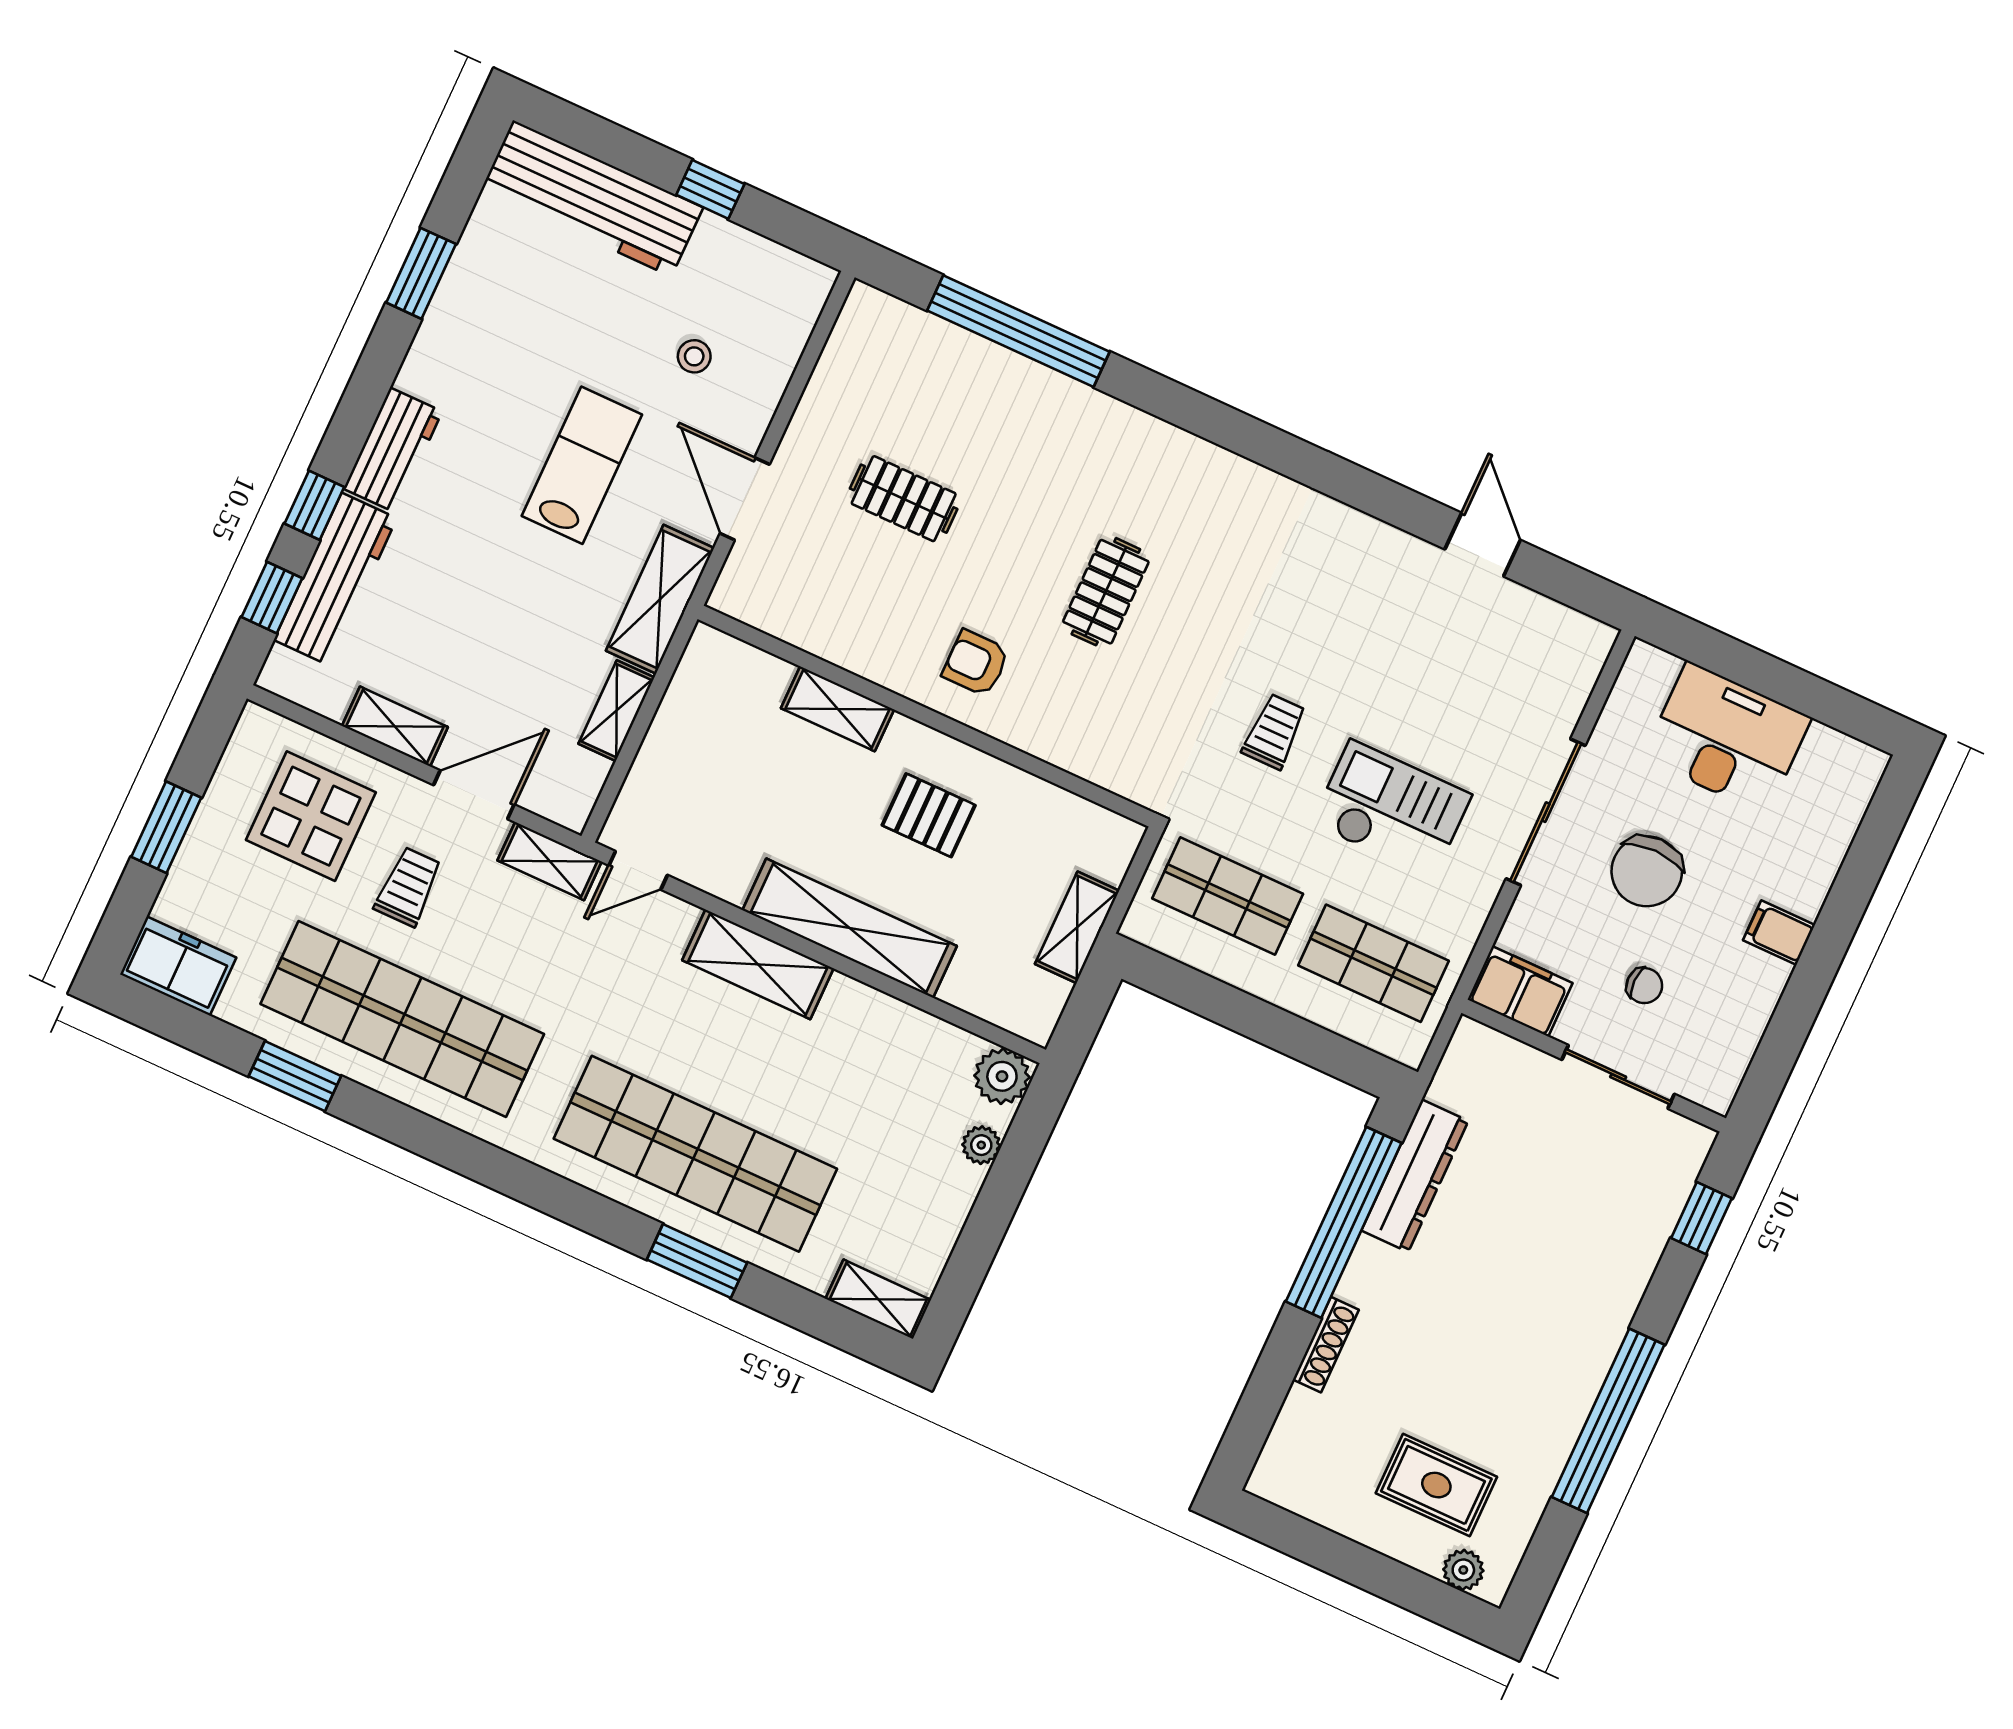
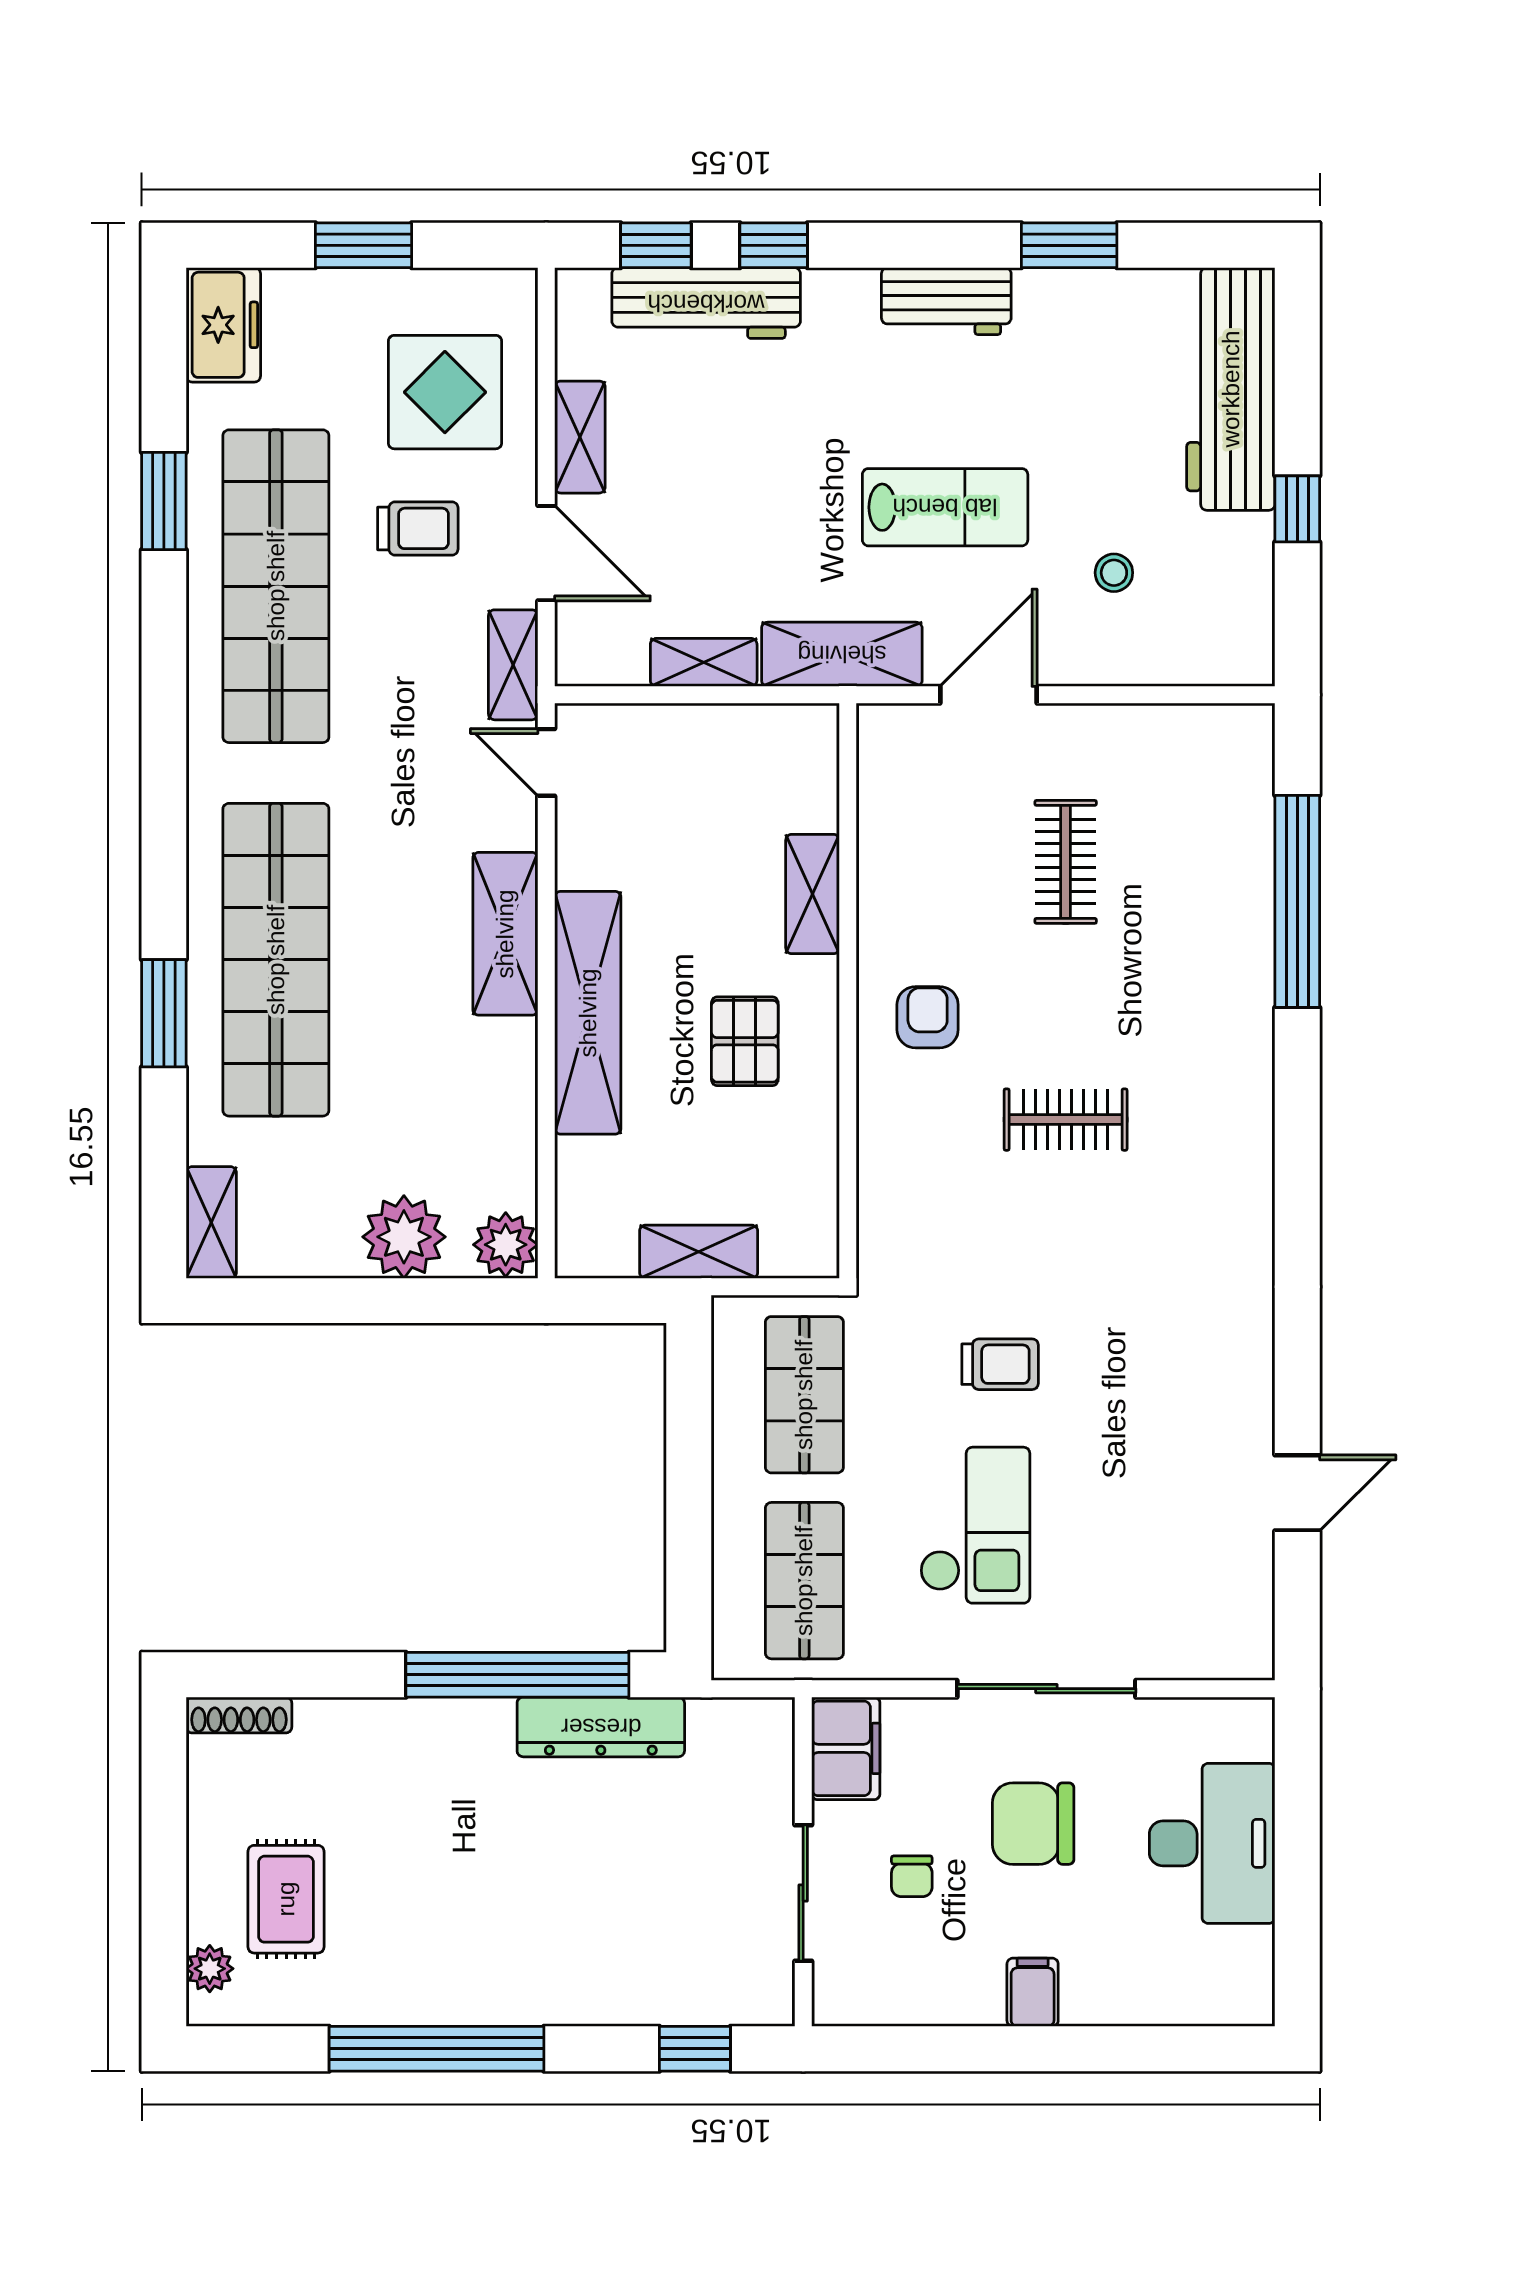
workbench: (393, 450) -> (946, 301), moved
plant: (981, 1145) -> (404, 1237), width x1.87, depth x1.87
shoe rack: (1326, 1345) -> (239, 1715), moved

